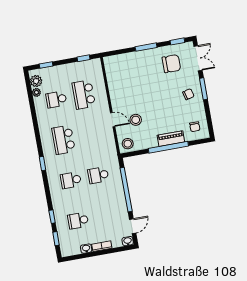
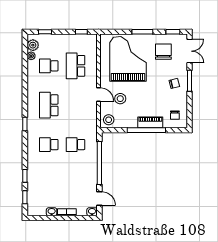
chair: (171, 64) -> (163, 52), turned -90
grand piano: (136, 78) -> (128, 59), added
school desk: (78, 221) -> (49, 184), removed
door: (133, 226) -> (99, 199), hinge flipped

